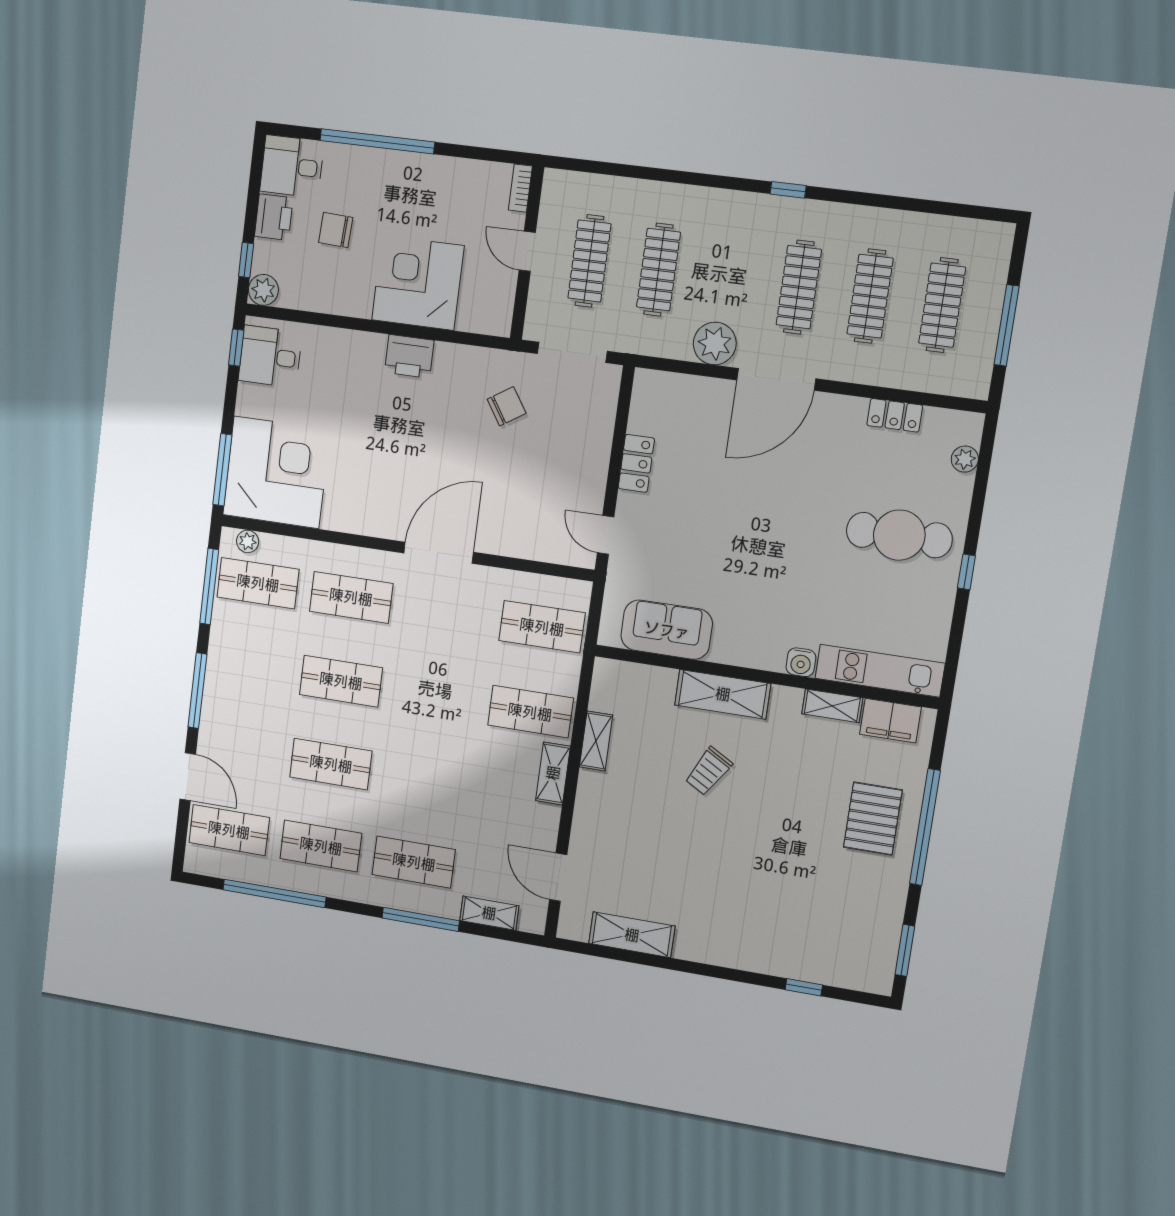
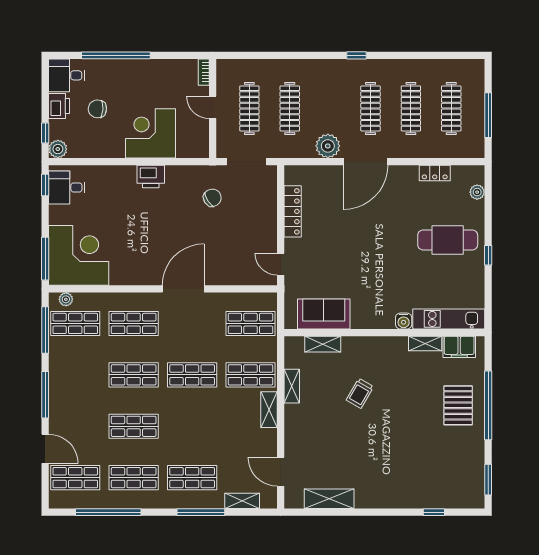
locker: (636, 463) -> (293, 211), width x1.53
shelving: (723, 694) -> (323, 344), moved, width x0.67, depth x0.75
shop shelf: (435, 696) -> (192, 375), added

